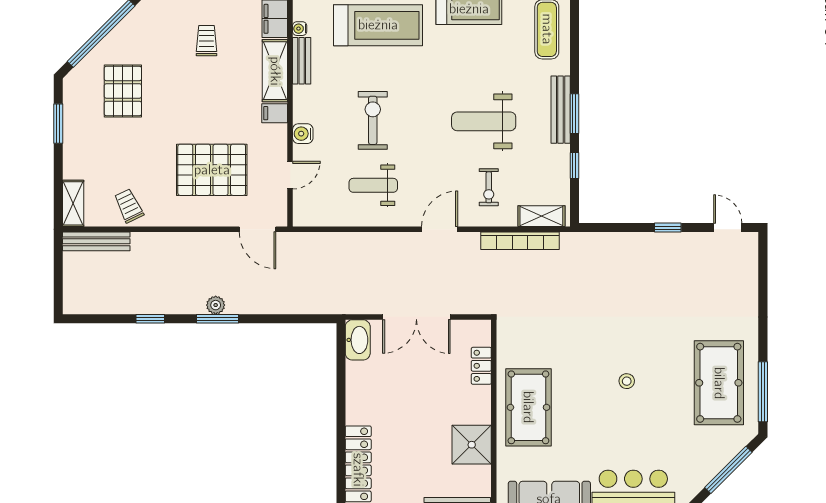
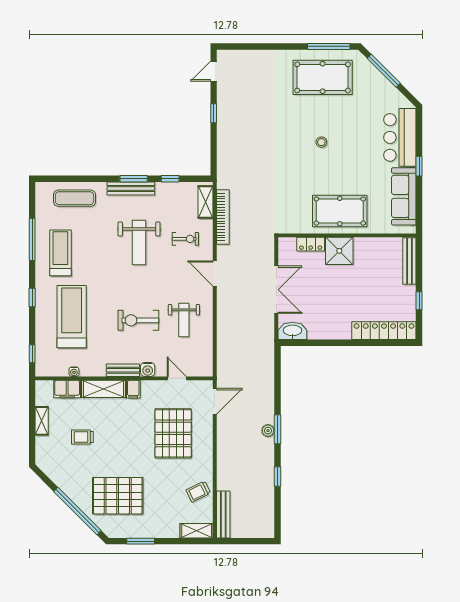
bench: (302, 61) -> (123, 370), moved
pallet: (123, 91) -> (118, 496), width x1.37, depth x1.41
shower: (472, 445) -> (339, 251), moved

